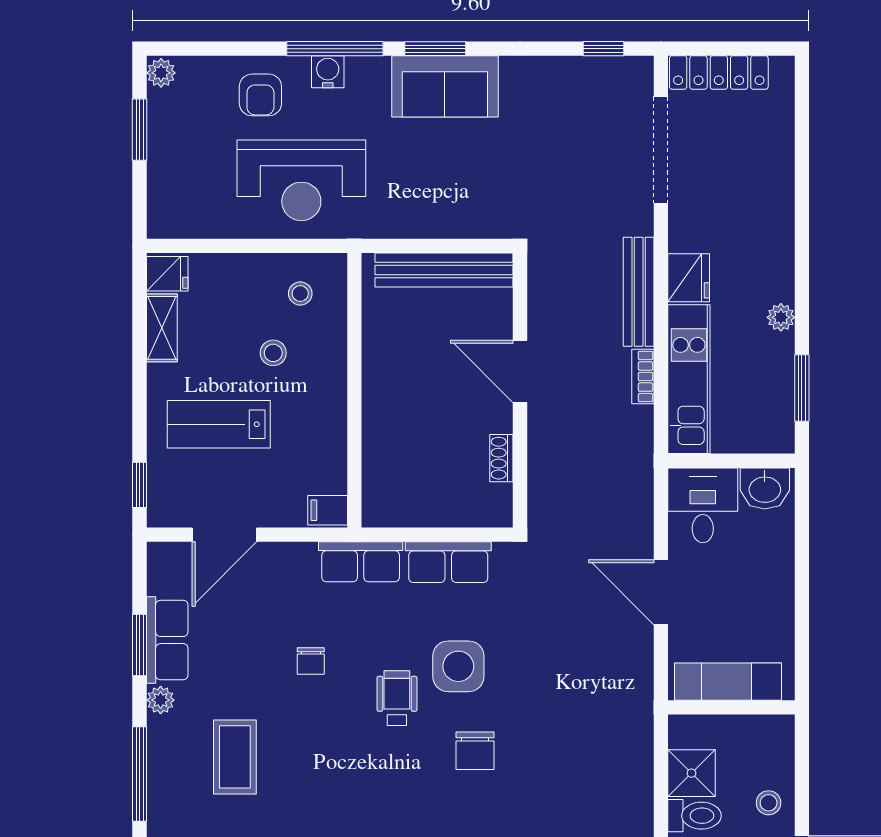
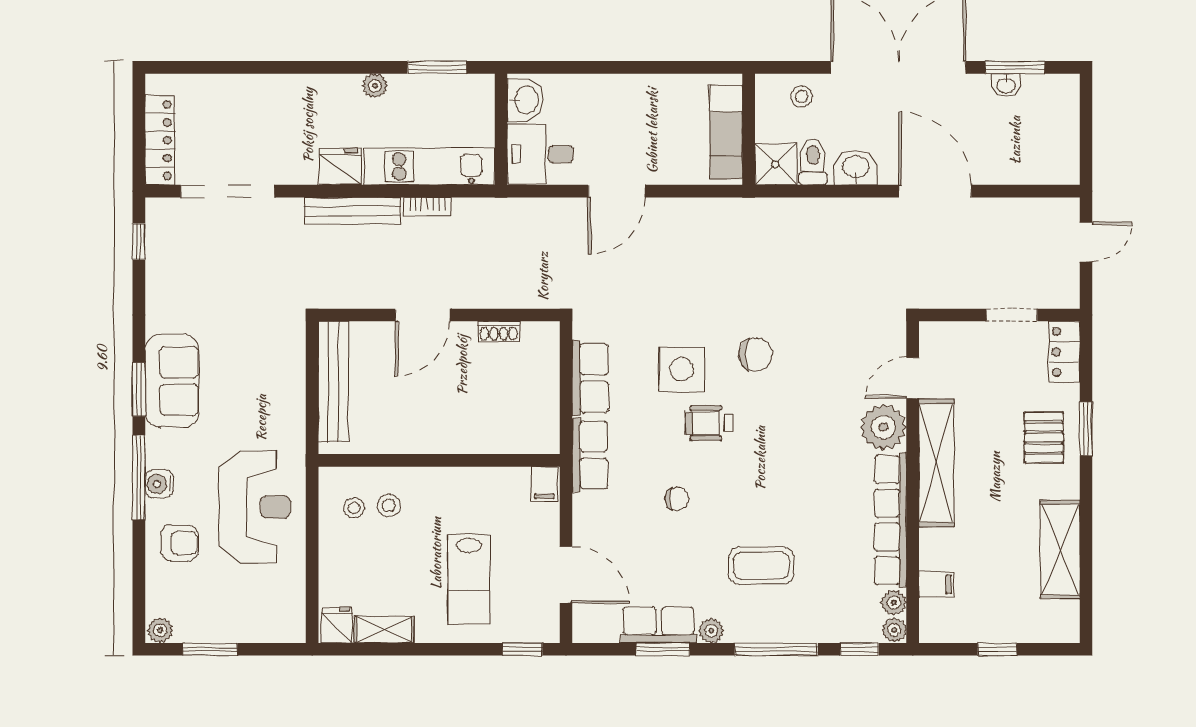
stool: (273, 353) -> (389, 505), moved
exam couch: (728, 682) -> (726, 132), moved
wall: (731, 707) -> (749, 129), moved

